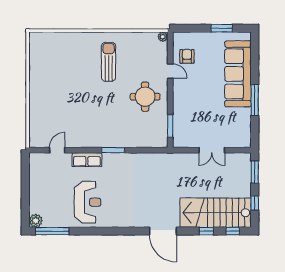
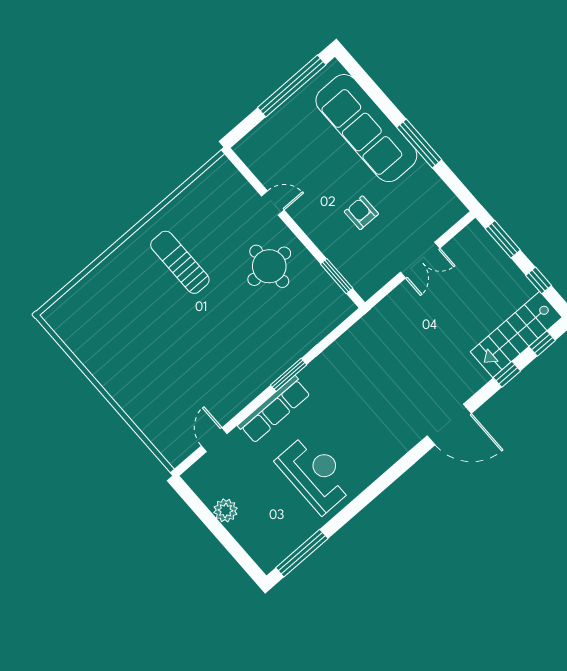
window: (222, 28) -> (292, 86), width x2.11
plant: (163, 37) -> (223, 166), removed
armchair: (187, 56) -> (361, 213), moved
row of seats: (87, 160) -> (274, 410), width x1.48
stairs: (216, 213) -> (516, 334), width x0.73, depth x0.66
plant: (36, 221) -> (226, 510), moved

